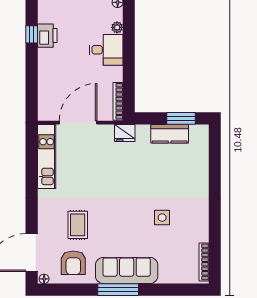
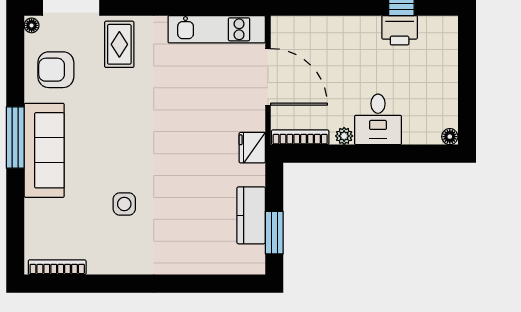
plant: (117, 27) -> (344, 136), moved
rug: (78, 225) -> (119, 44), moved, turned 90

